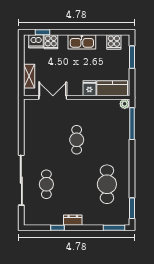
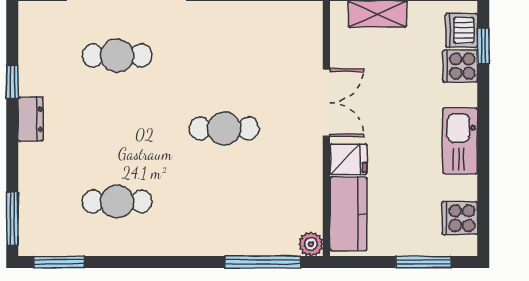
double door: (53, 97) -> (326, 103), moved
cafe table: (107, 184) -> (117, 201), width x0.73, depth x0.74

